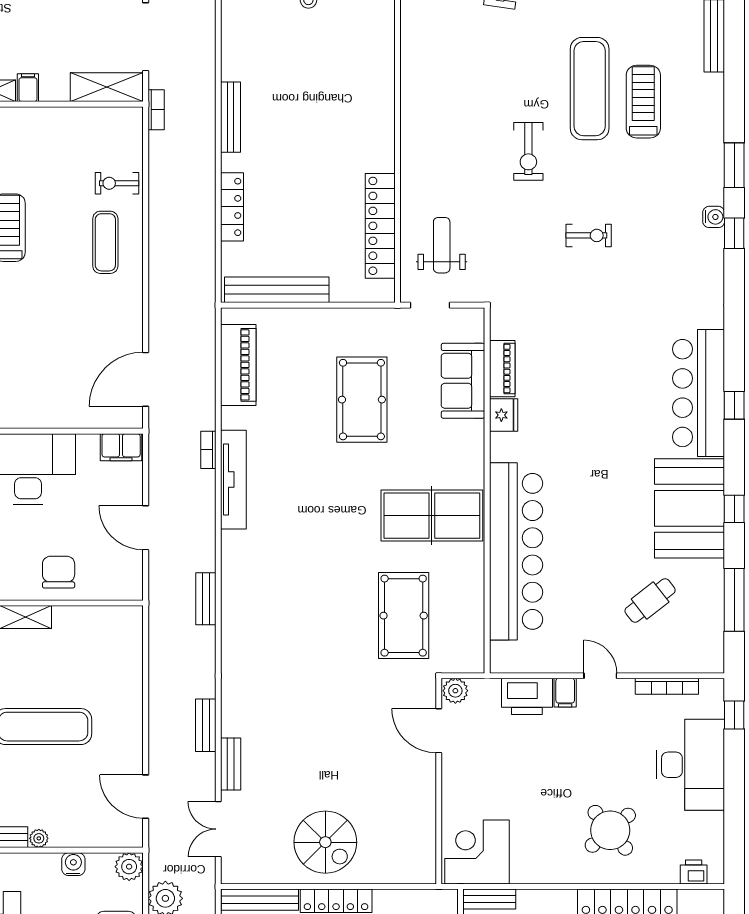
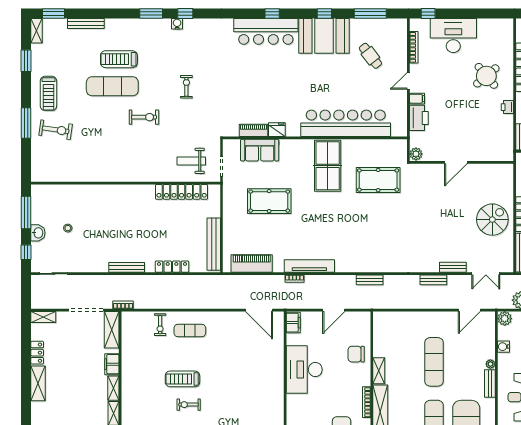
filing cabinet: (28, 88) -> (112, 364), width x2.00
door: (439, 731) -> (456, 162), moved
corner desk: (477, 852) -> (497, 143), removed
printer: (694, 872) -> (507, 107), moved

